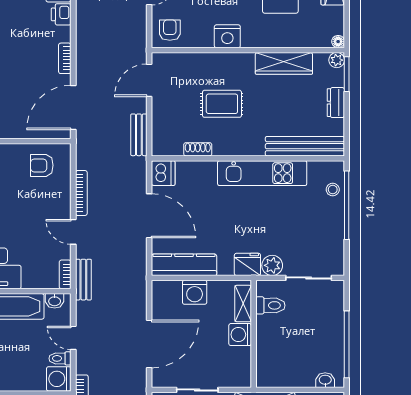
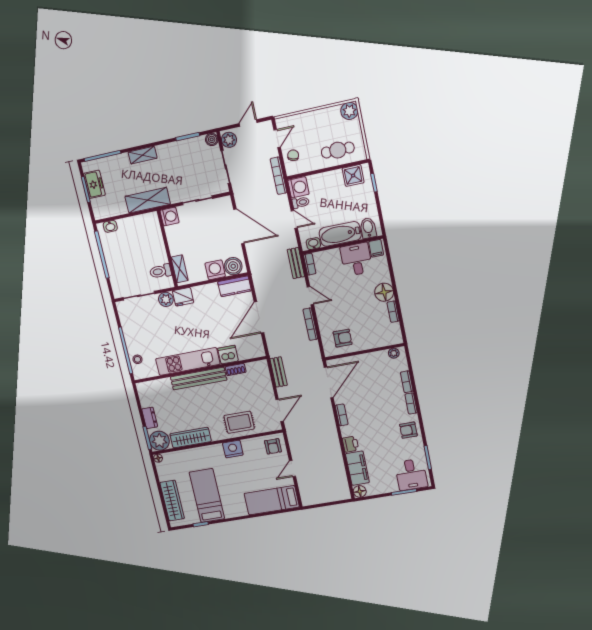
plant: (337, 60) -> (159, 441), width x1.87, depth x1.87
rug: (222, 104) -> (239, 422), moved
bench: (305, 146) -> (199, 379), moved
dishwasher: (163, 173) -> (228, 355), moved, turned 90
door: (149, 216) -> (259, 317), hinge flipped
kitchen counter: (184, 265) -> (235, 286), width x0.67
boiler: (169, 292) -> (233, 266), added
washing machine: (240, 335) -> (170, 216), moved
door: (149, 344) -> (239, 226), swing flipped

